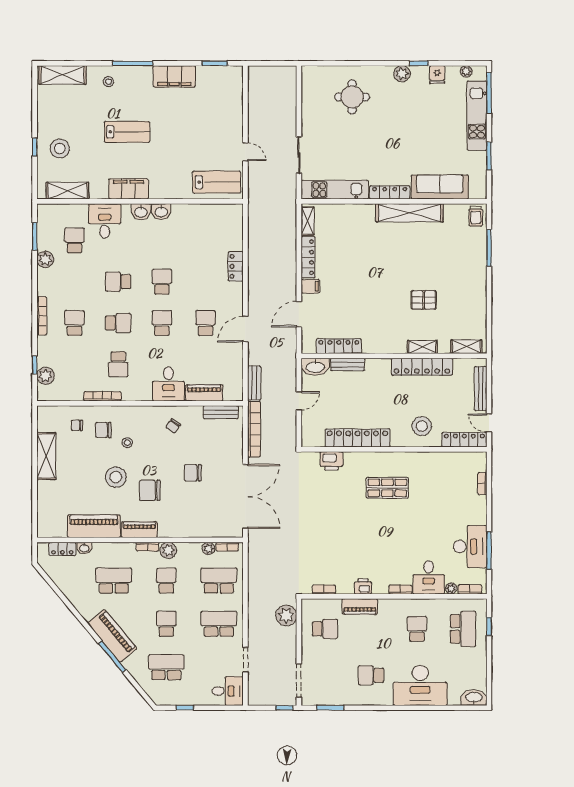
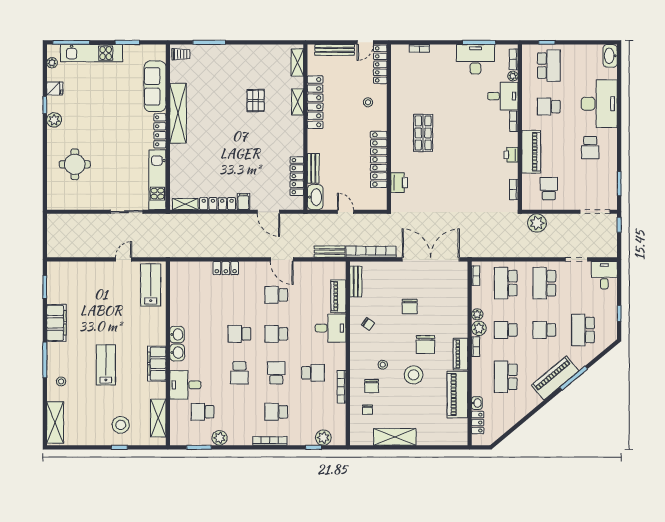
stool: (422, 426) -> (368, 102), width x0.53, depth x0.53
plant: (208, 548) -> (477, 314), moved
piano: (360, 606) -> (531, 152), width x1.37, depth x1.33
school desk: (463, 629) -> (549, 66), turned 90

